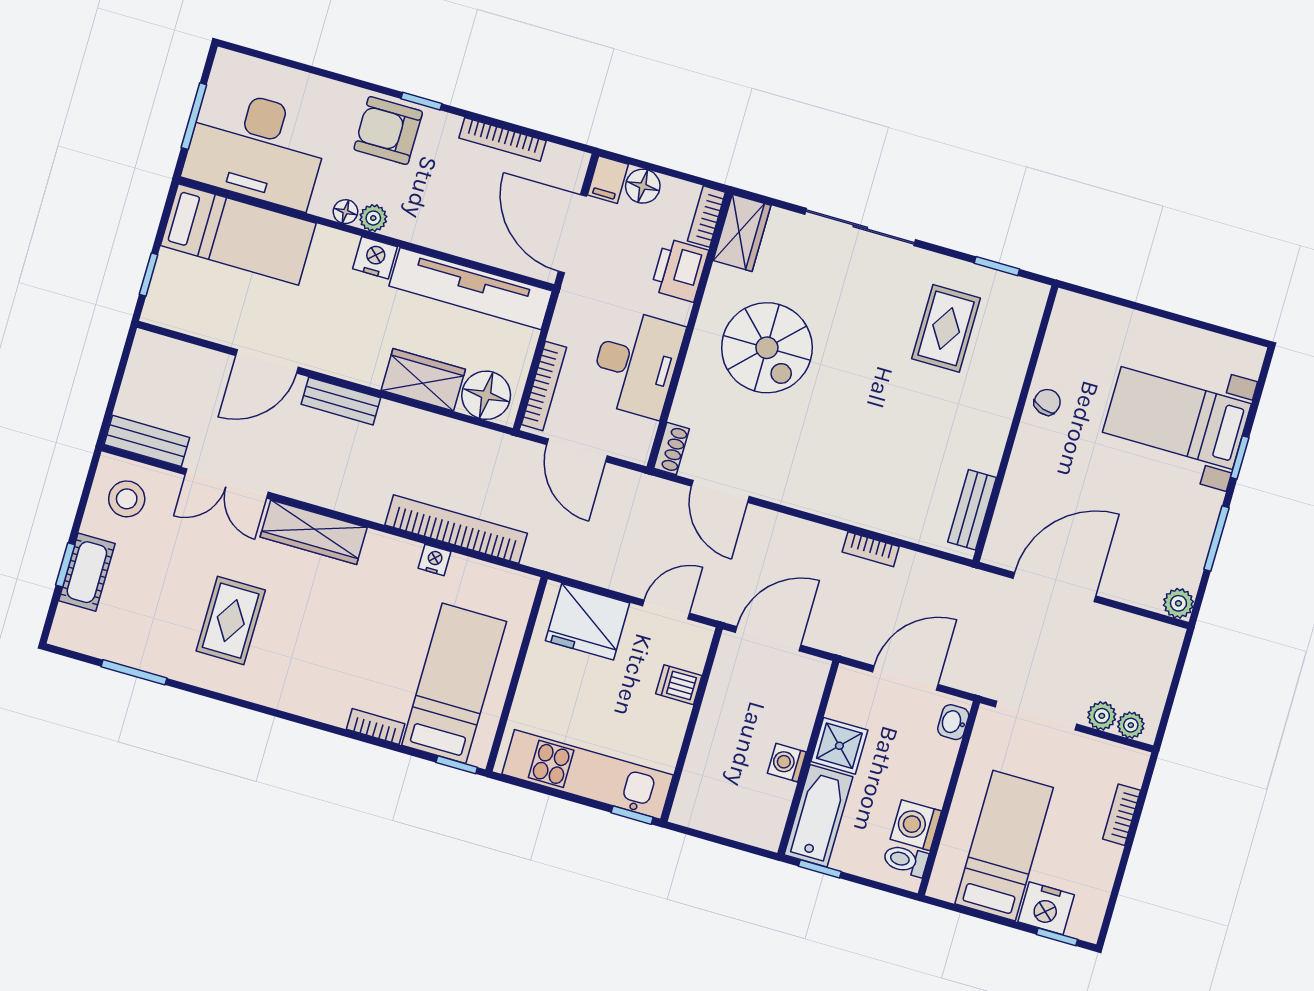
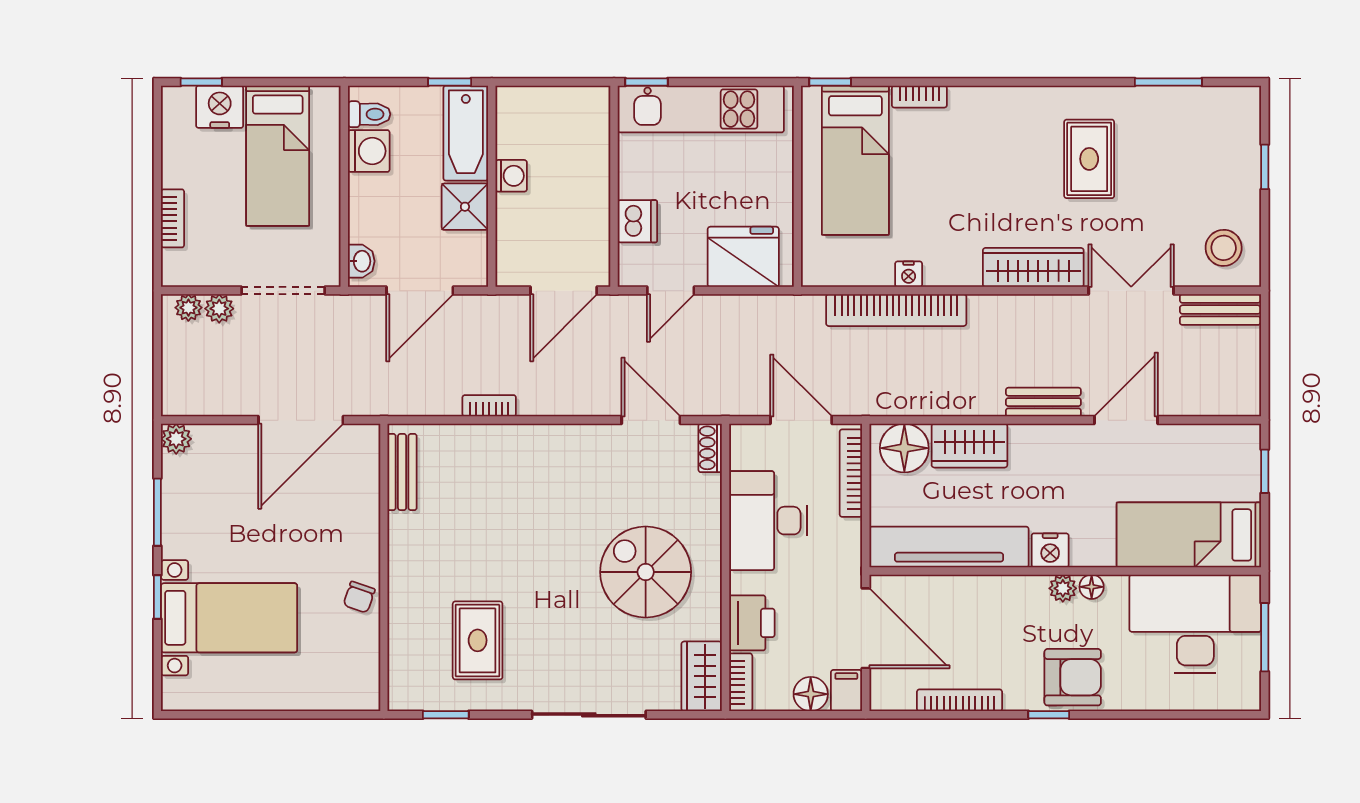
cot: (87, 572) -> (1242, 166), removed
dishwasher: (679, 685) -> (637, 221), width x1.38

